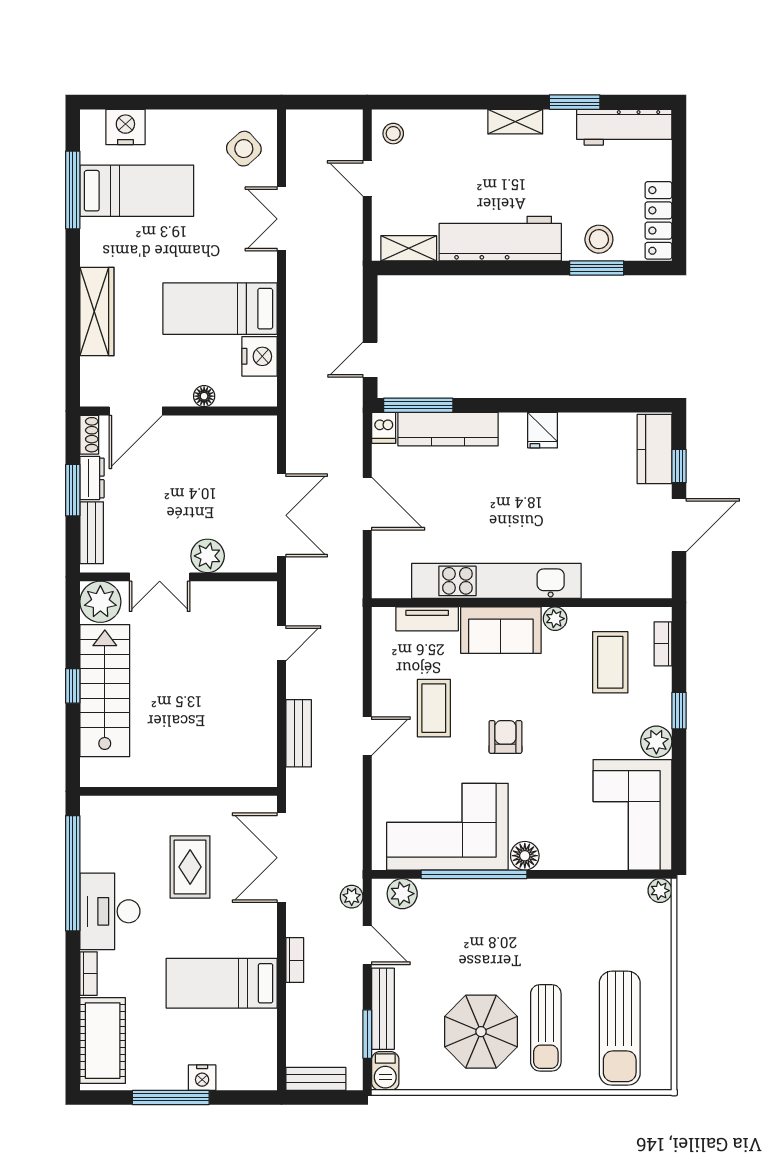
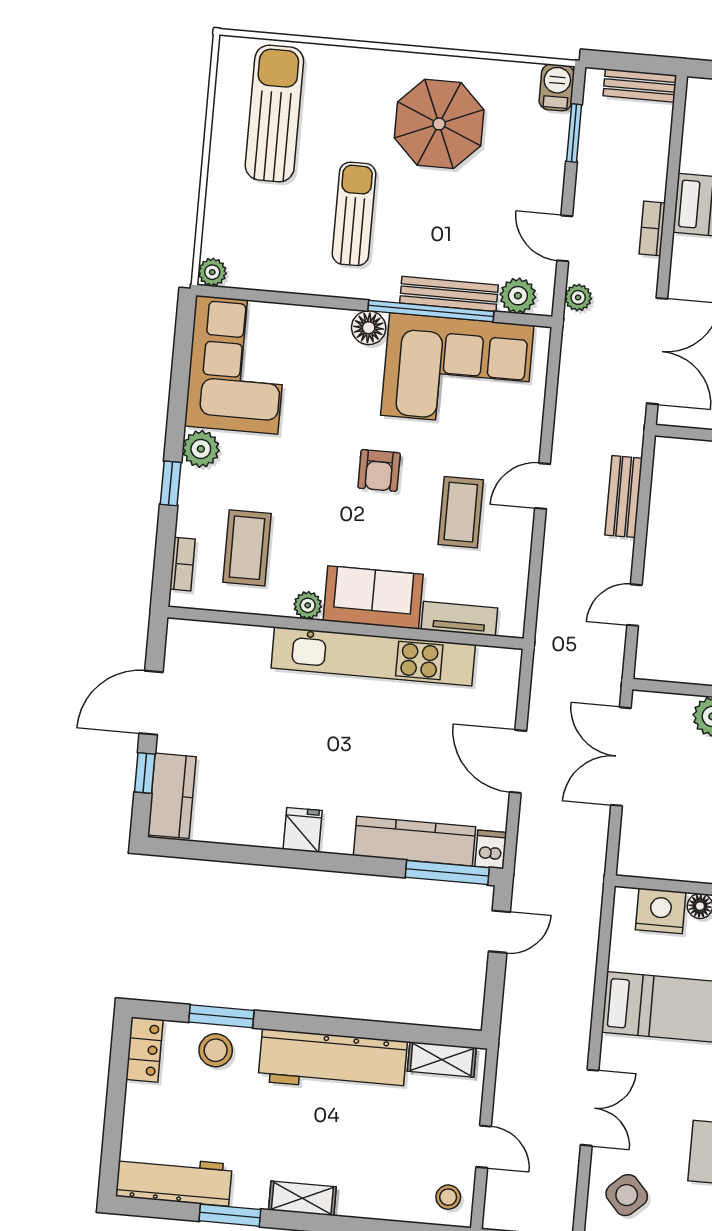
locker: (658, 220) -> (145, 1050), width x0.66
nightstand: (260, 356) -> (661, 911), moved, turned 90
bench: (383, 1009) -> (449, 294), moved, turned 90
sun lounger: (546, 1028) -> (354, 214), moved

